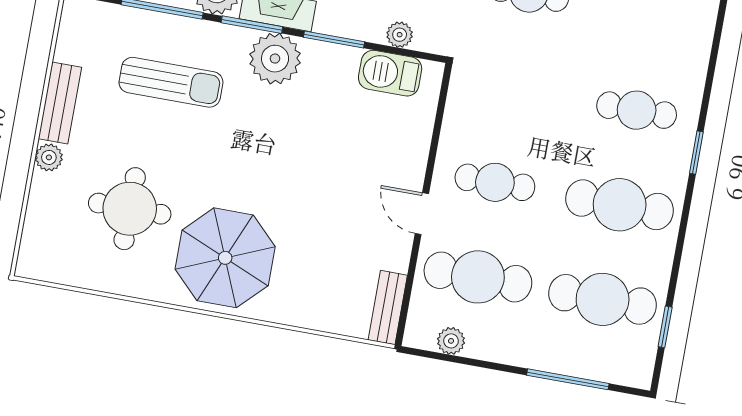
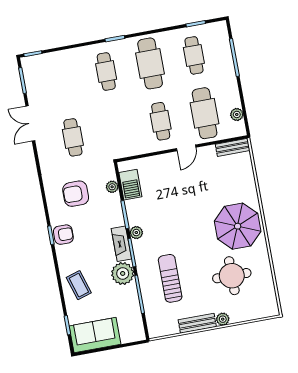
plant: (275, 59) -> (136, 233), width x0.53, depth x0.53
cafe table: (603, 299) -> (194, 55), width x0.73, depth x0.74

